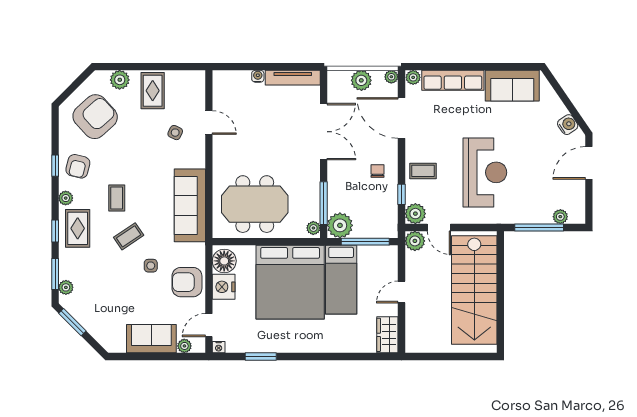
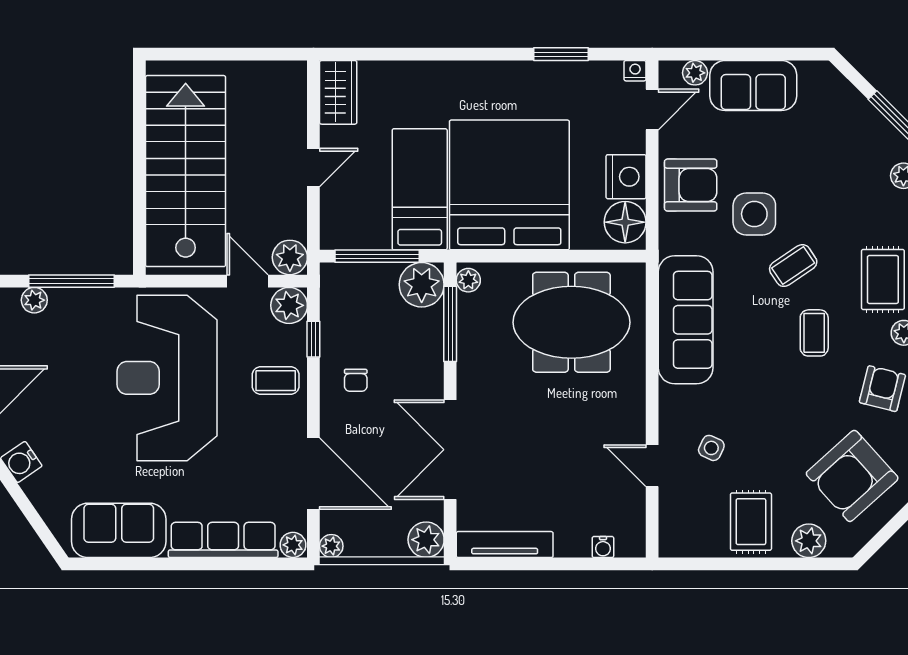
water cooler: (258, 76) -> (603, 547), moved
plant: (361, 80) -> (426, 540), moved
reception desk: (485, 172) -> (167, 378), width x1.36, depth x1.30
side table: (151, 266) -> (754, 214), width x1.87, depth x1.87

